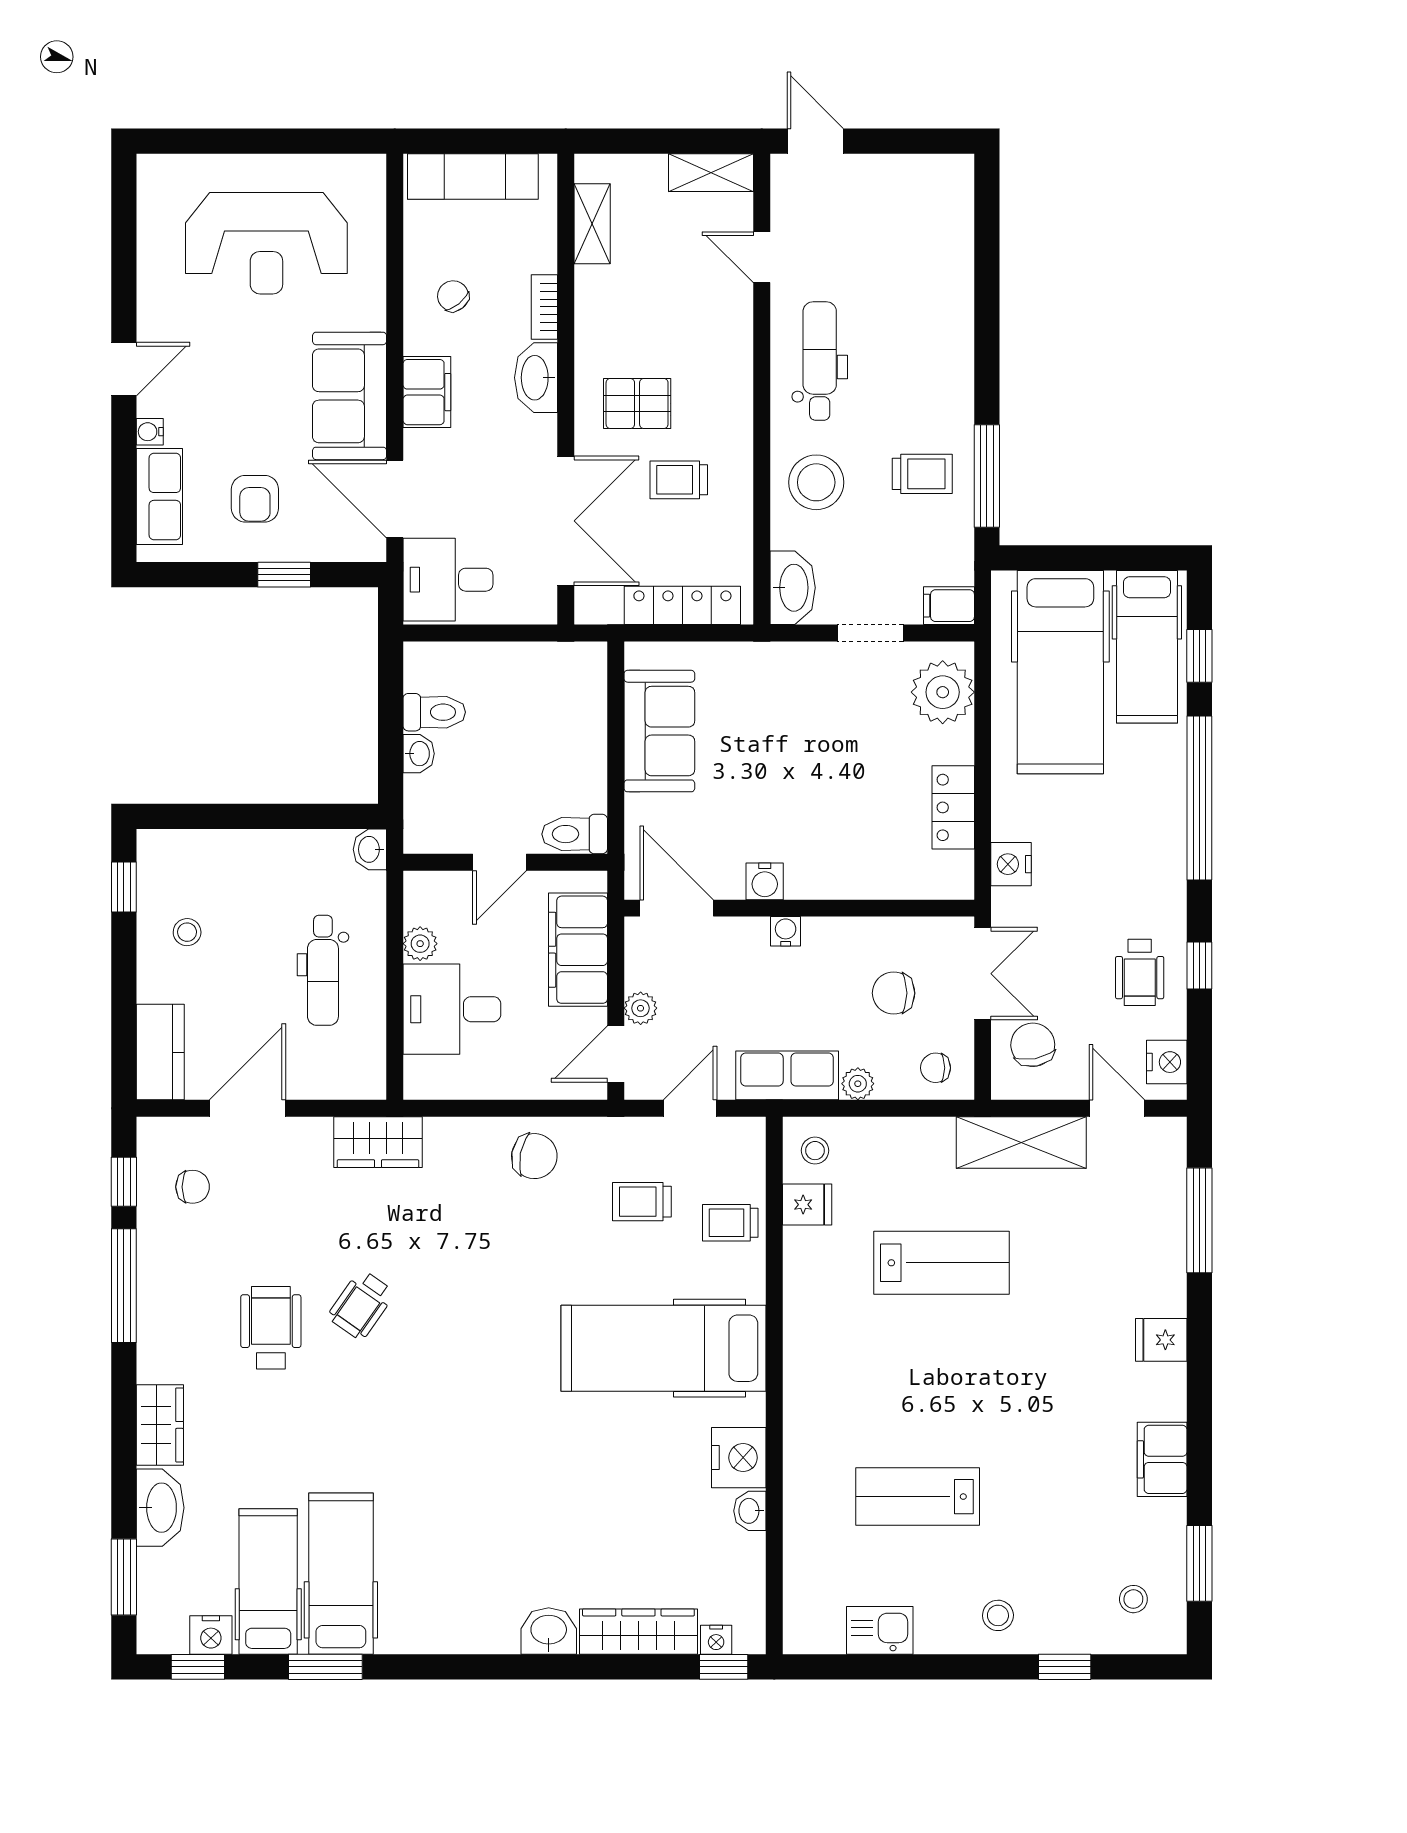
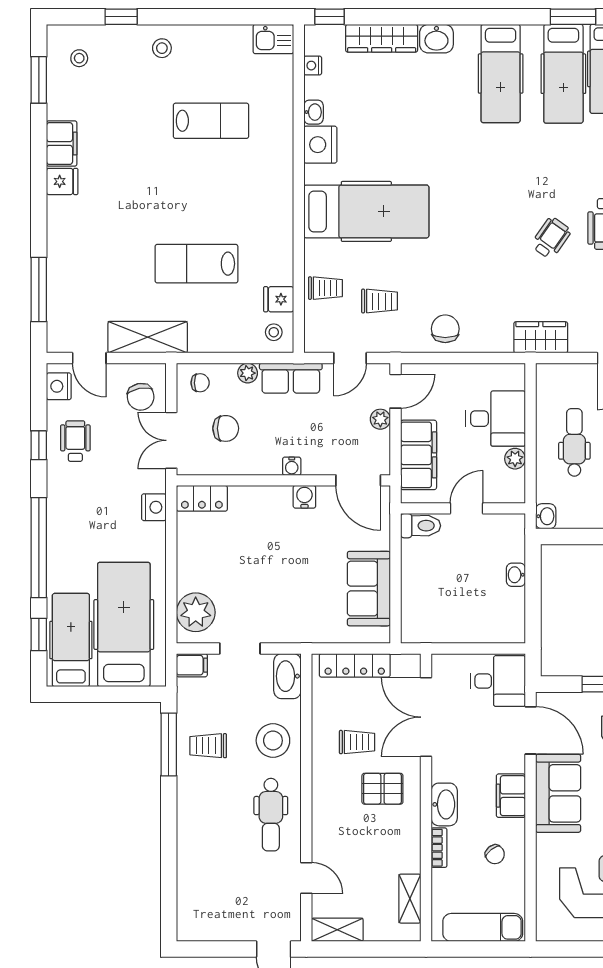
toilet: (434, 712) -> (506, 600), removed
locker: (953, 807) -> (202, 498), moved, turned 90
chair: (534, 1156) -> (445, 329), turned 79
fridge: (1161, 1340) -> (62, 181), moved
hospital bed: (444, 1574) -> (501, 74), added
kitchen sink: (880, 1630) -> (273, 39), moved
nightstand: (716, 1640) -> (313, 66), moved, turned -90

